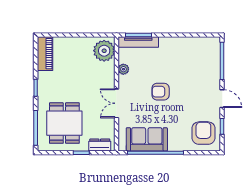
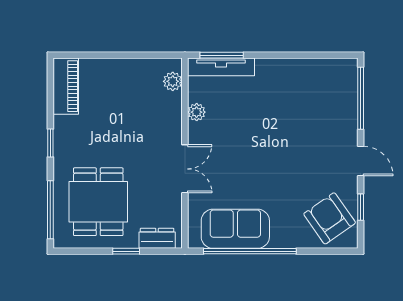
plant: (104, 51) -> (173, 81), width x0.53, depth x0.53
armchair: (161, 92) -> (258, 149), removed
double door: (117, 103) -> (185, 169), swing flipped
armchair: (203, 133) -> (330, 218), turned -35

